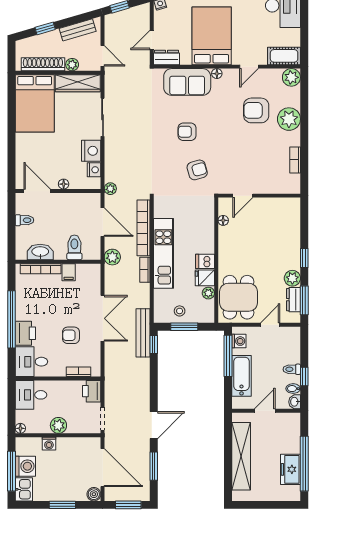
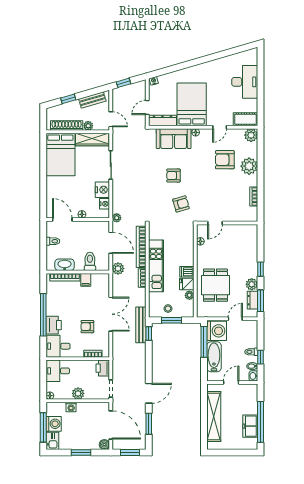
dresser: (166, 57) -> (162, 120), width x1.44
dining table: (238, 297) -> (215, 285), moved
washing machine: (239, 341) -> (217, 331), width x1.89, depth x1.89

